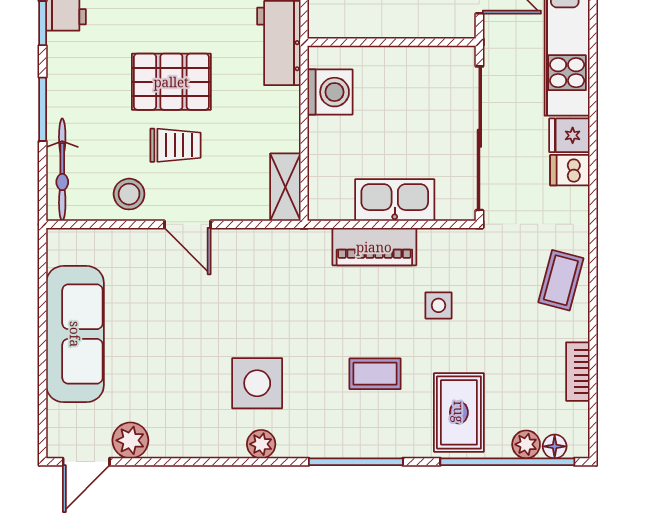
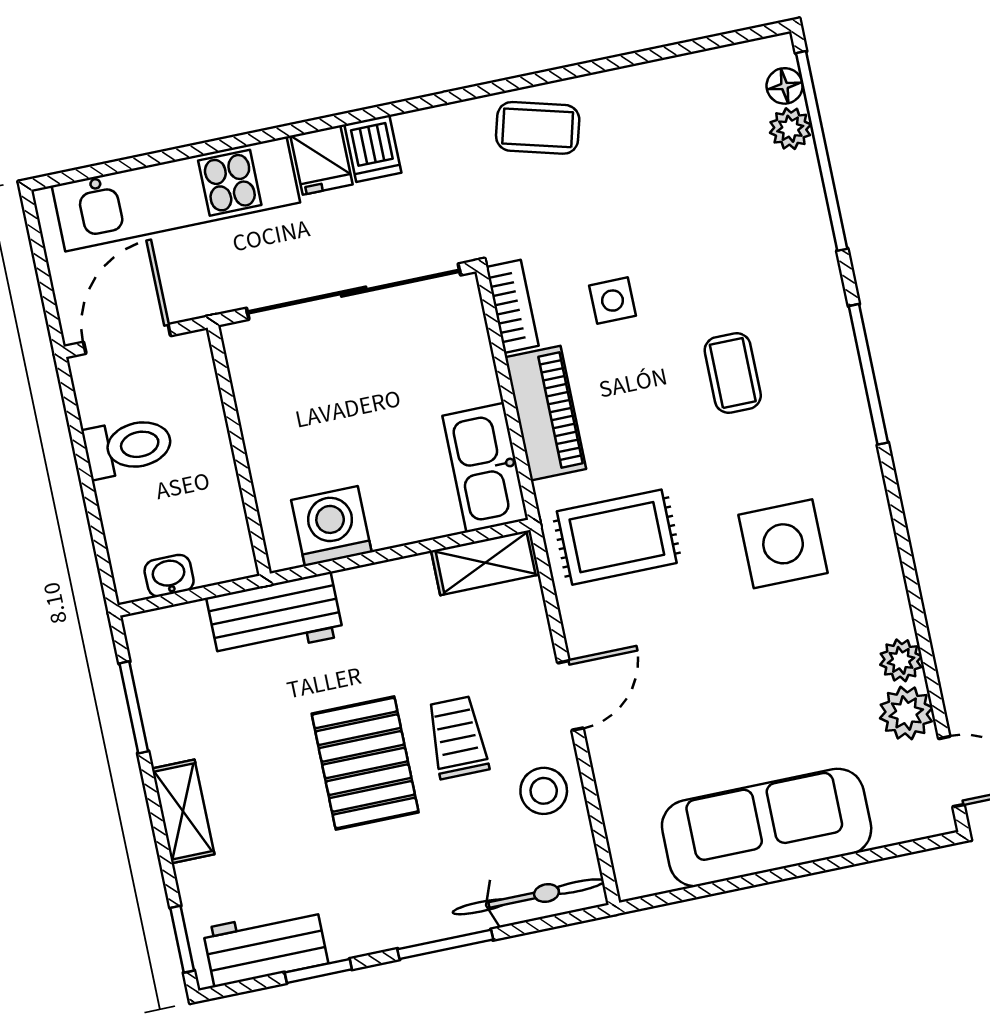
kitchen sink: (395, 200) -> (485, 468), moved
bookcase: (578, 372) -> (512, 306), moved, turned -90
rug: (459, 412) -> (617, 537), moved
plant: (261, 444) -> (901, 660), moved

